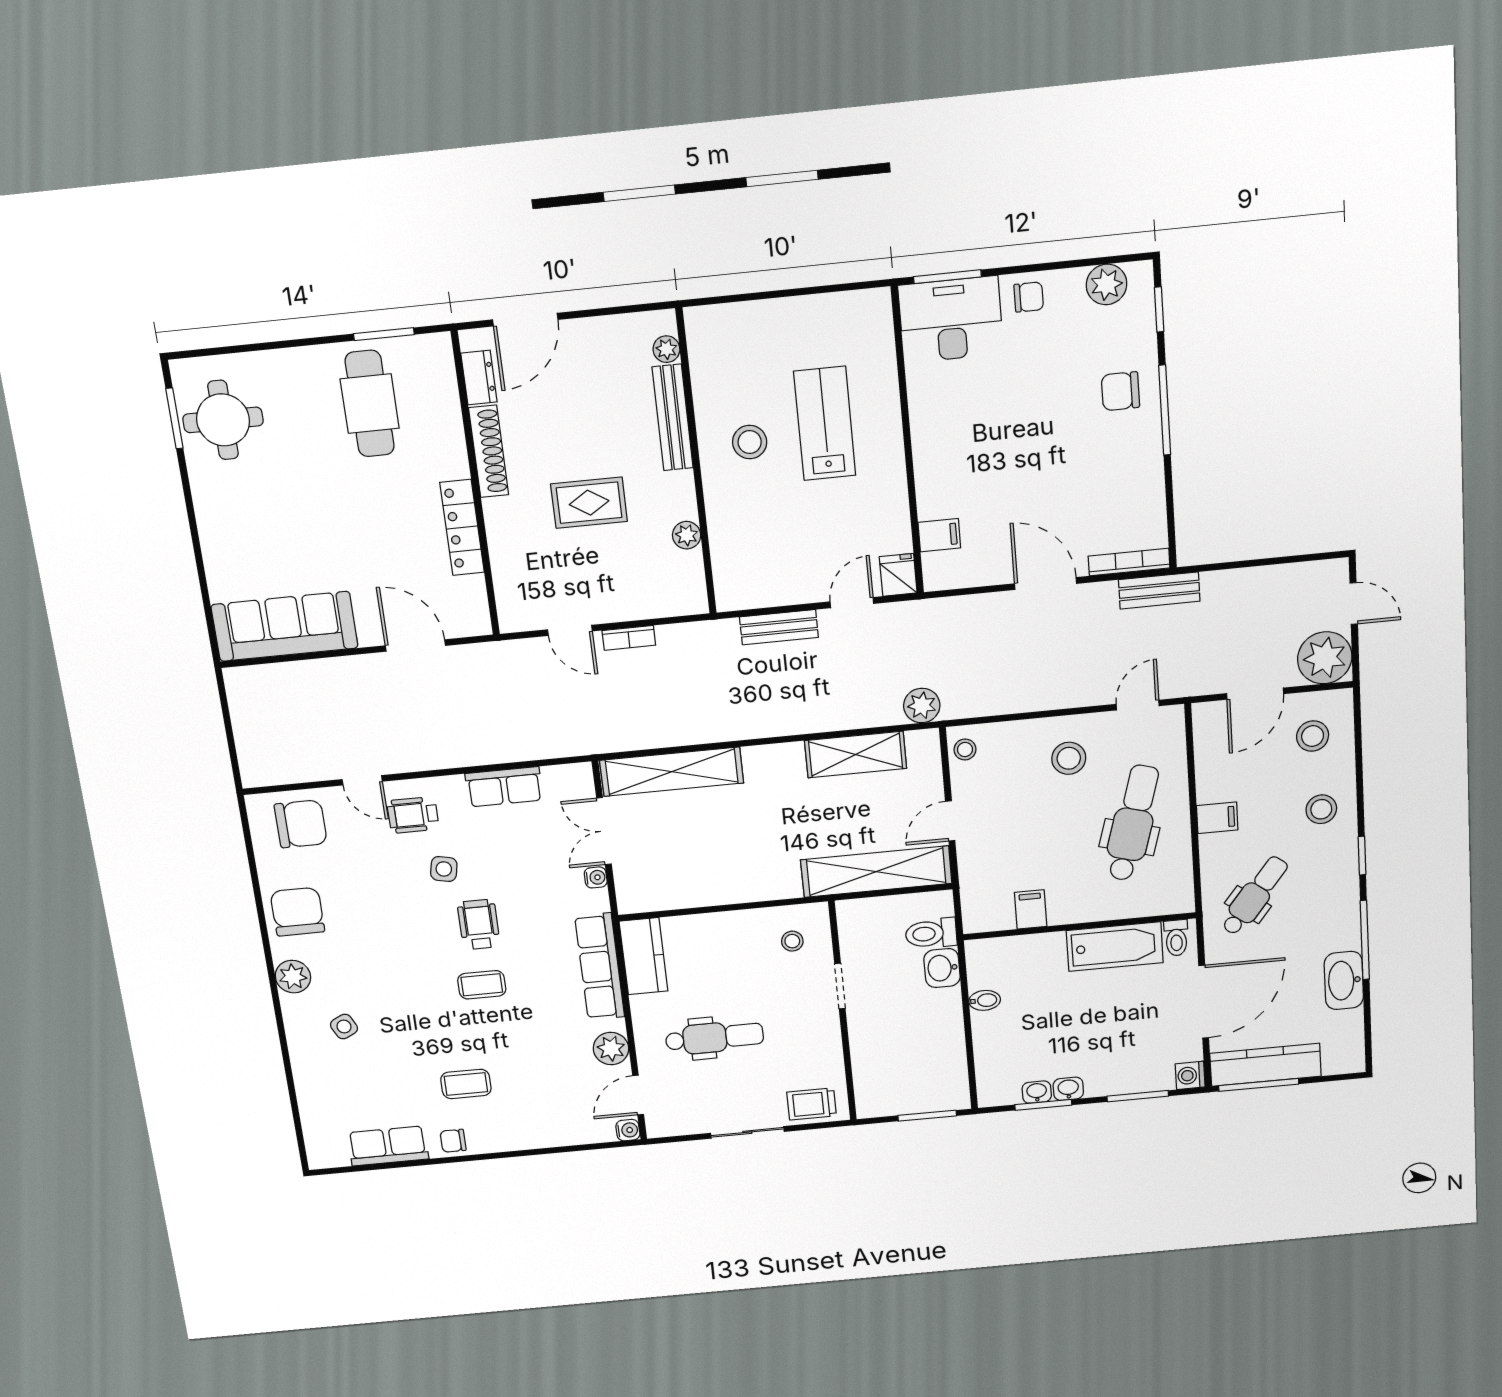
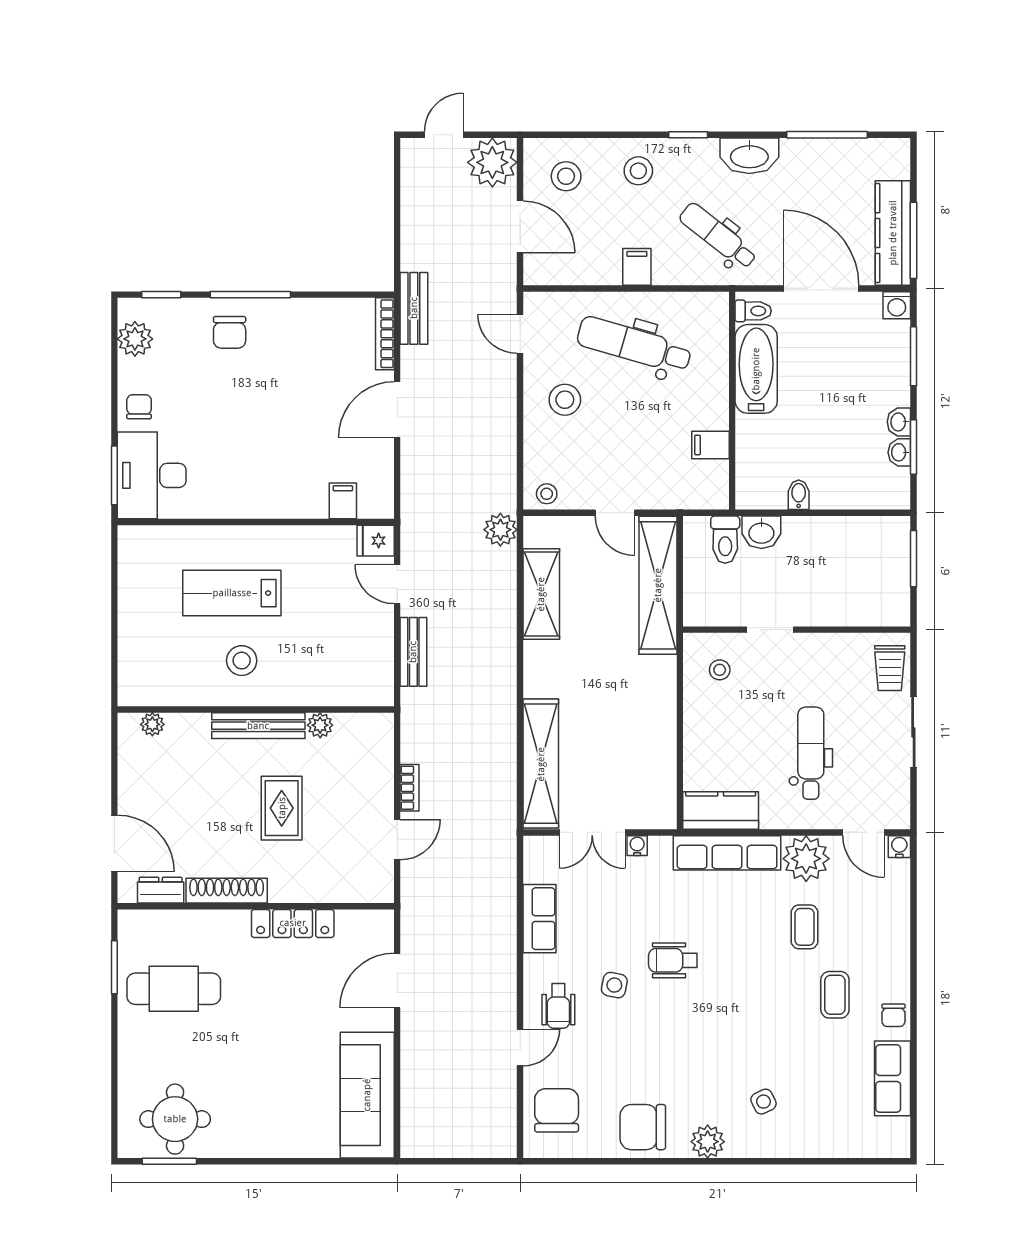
bench: (673, 418) -> (258, 726), moved
window: (1365, 940) -> (827, 135), moved
washbasin: (1344, 980) -> (749, 156), moved
coffee table: (482, 985) -> (804, 927), moved
plant: (611, 1049) -> (806, 859), width x1.36, depth x1.36

